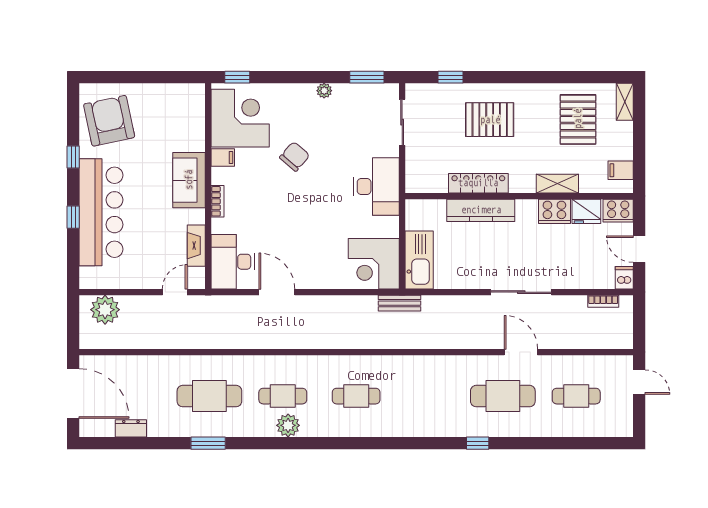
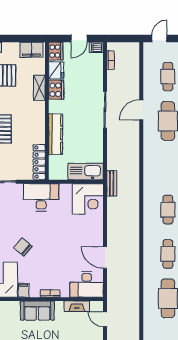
filing cabinet: (621, 170) -> (31, 50), width x2.00
locker: (478, 183) -> (39, 162), moved
door: (277, 292) -> (105, 258), hinge flipped

